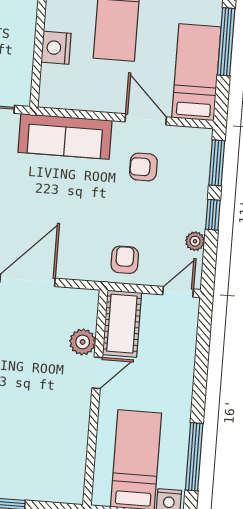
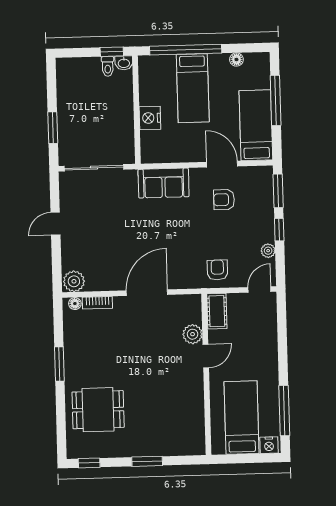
sofa: (65, 136) -> (164, 183), width x0.73
cot: (122, 324) -> (217, 311), width x0.73, depth x0.75

